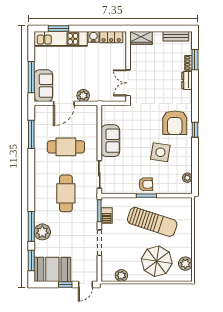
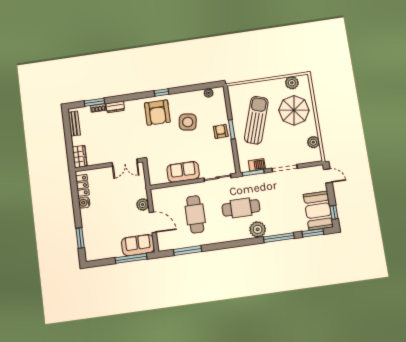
kitchen unit: (61, 39) -> (90, 235), removed
armchair: (175, 123) -> (157, 113), turned 90
plant: (42, 232) -> (258, 229), moved
window: (65, 284) -> (334, 212), moved

